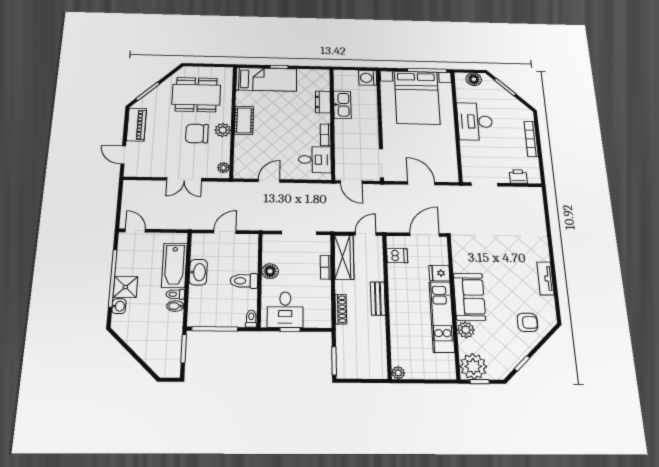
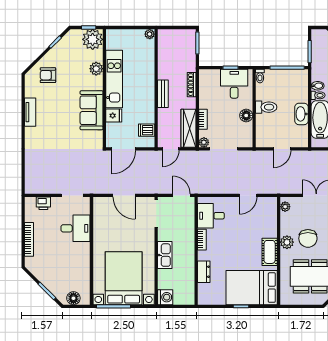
bed: (266, 79) -> (252, 288), width x1.50
kitchen sink: (342, 105) -> (165, 255), moved, turned 180
desk: (475, 121) -> (76, 228), moved, width x0.73
chair: (197, 134) -> (308, 238), turned 90
plant: (324, 241) -> (204, 142), added
sofa: (469, 297) -> (92, 110), moved

